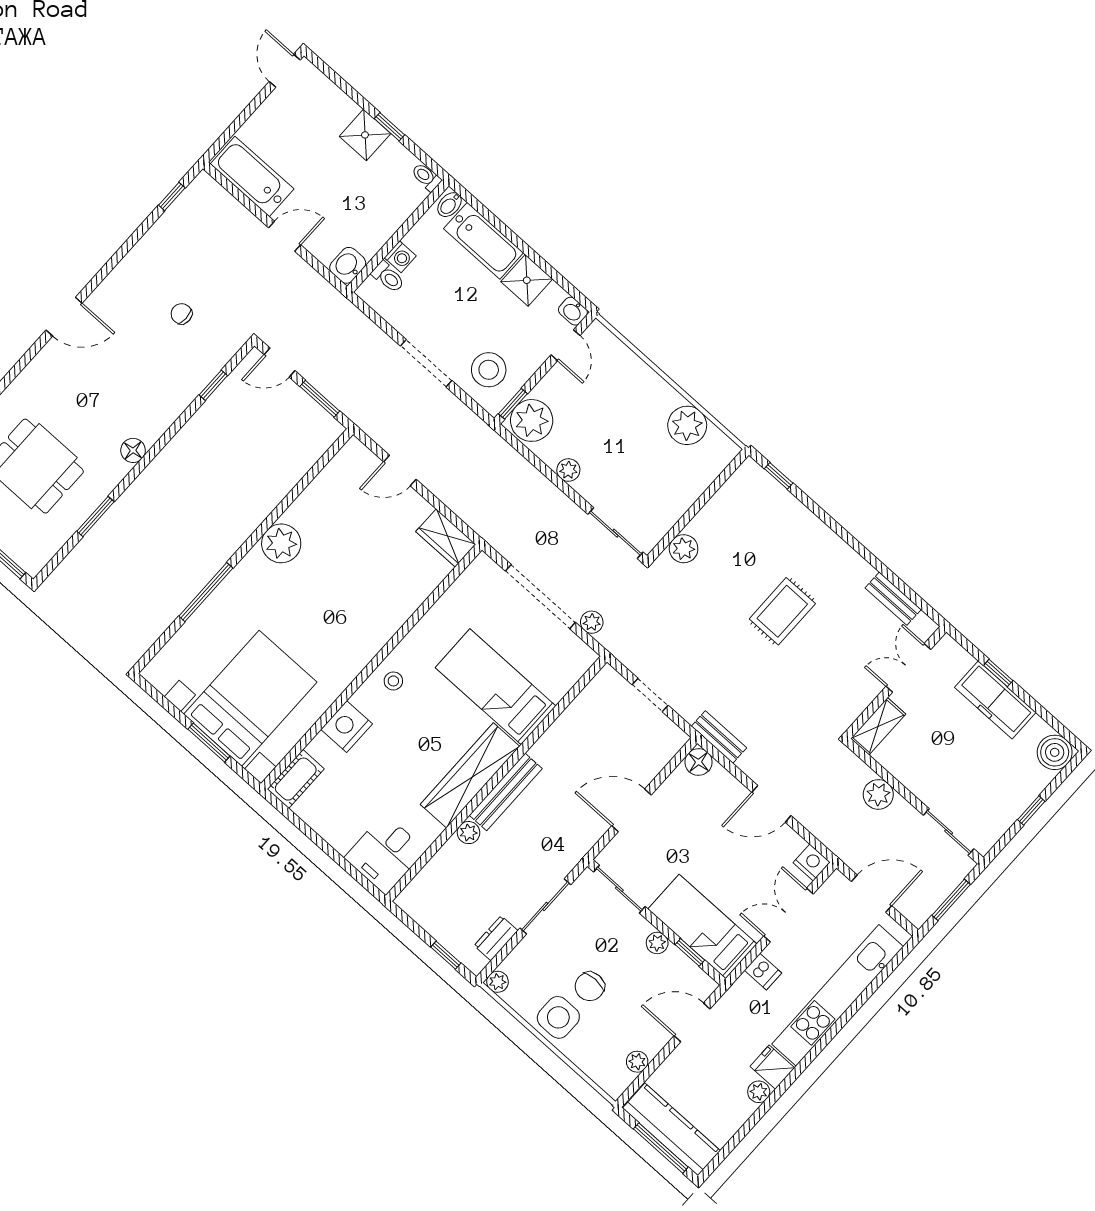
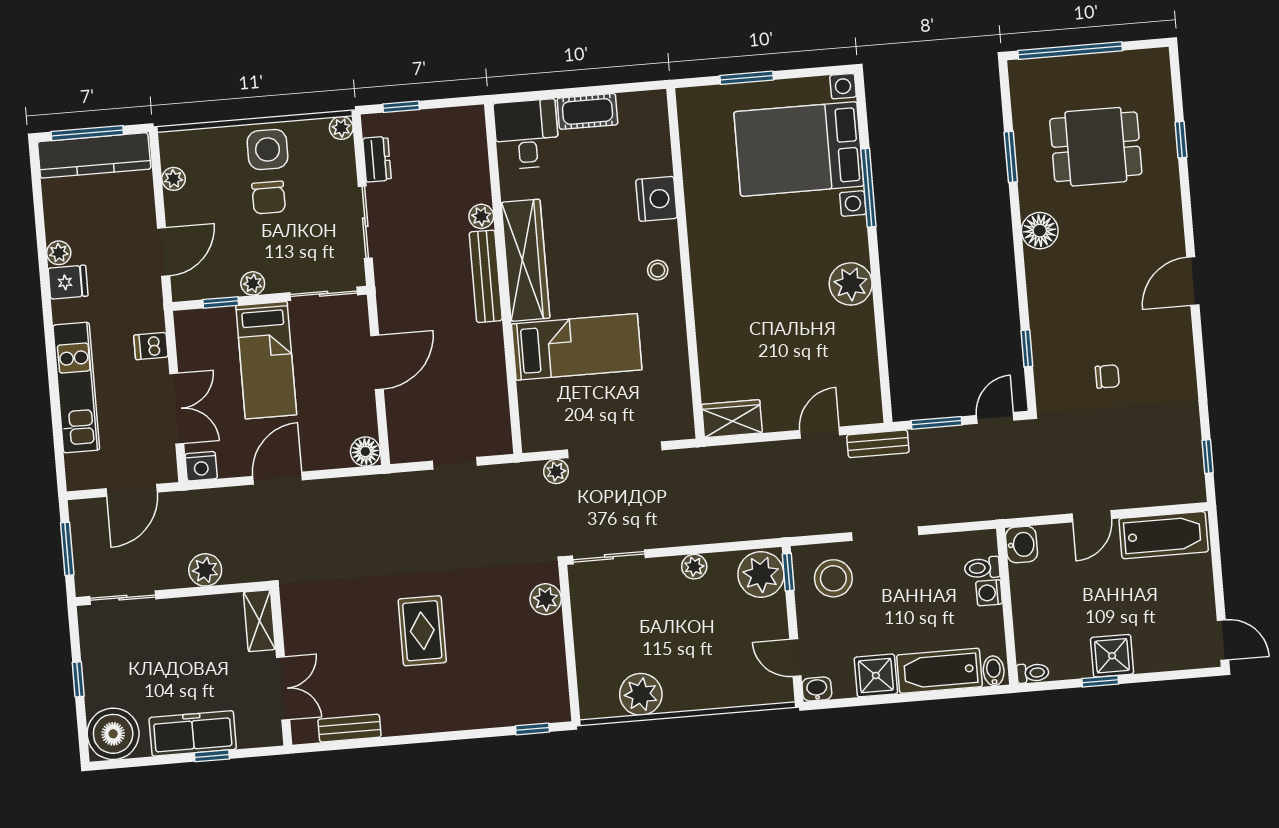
floor lamp: (133, 450) -> (1040, 231), width x1.38, depth x1.38
bed with nightstands: (250, 698) -> (799, 149), moved, turned 90
bench: (719, 737) -> (878, 444), moved
boiler: (1055, 752) -> (113, 734), width x1.37, depth x1.37
cot: (296, 779) -> (587, 111), moved, turned 90
bed: (702, 927) -> (266, 360), moved, turned 90
chair: (590, 986) -> (269, 198), turned 180
kitchen unit: (838, 995) -> (76, 388), width x0.73

